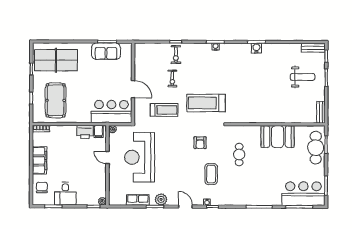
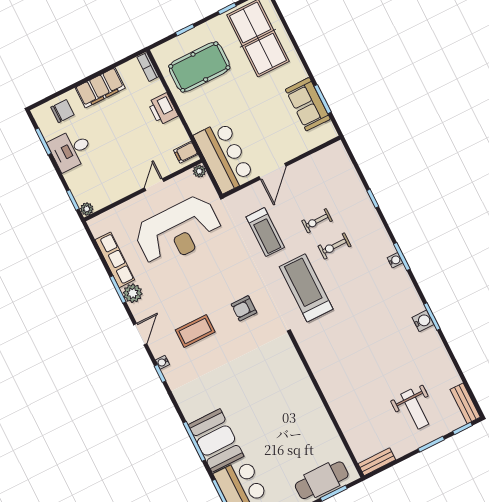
exercise bike: (176, 55) -> (334, 246), moved
printer: (85, 132) -> (163, 109), moved
booth: (278, 137) -> (216, 440), moved
cafe table: (239, 154) -> (256, 374), removed
reception desk: (140, 157) -> (178, 231), turned 180
coffee table: (211, 174) -> (195, 331), moved
row of seats: (138, 200) -> (115, 260), width x1.48

